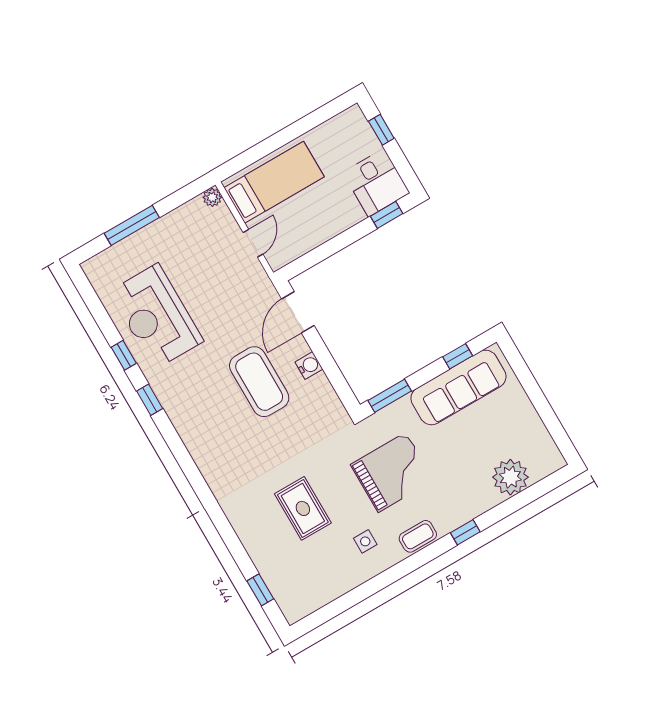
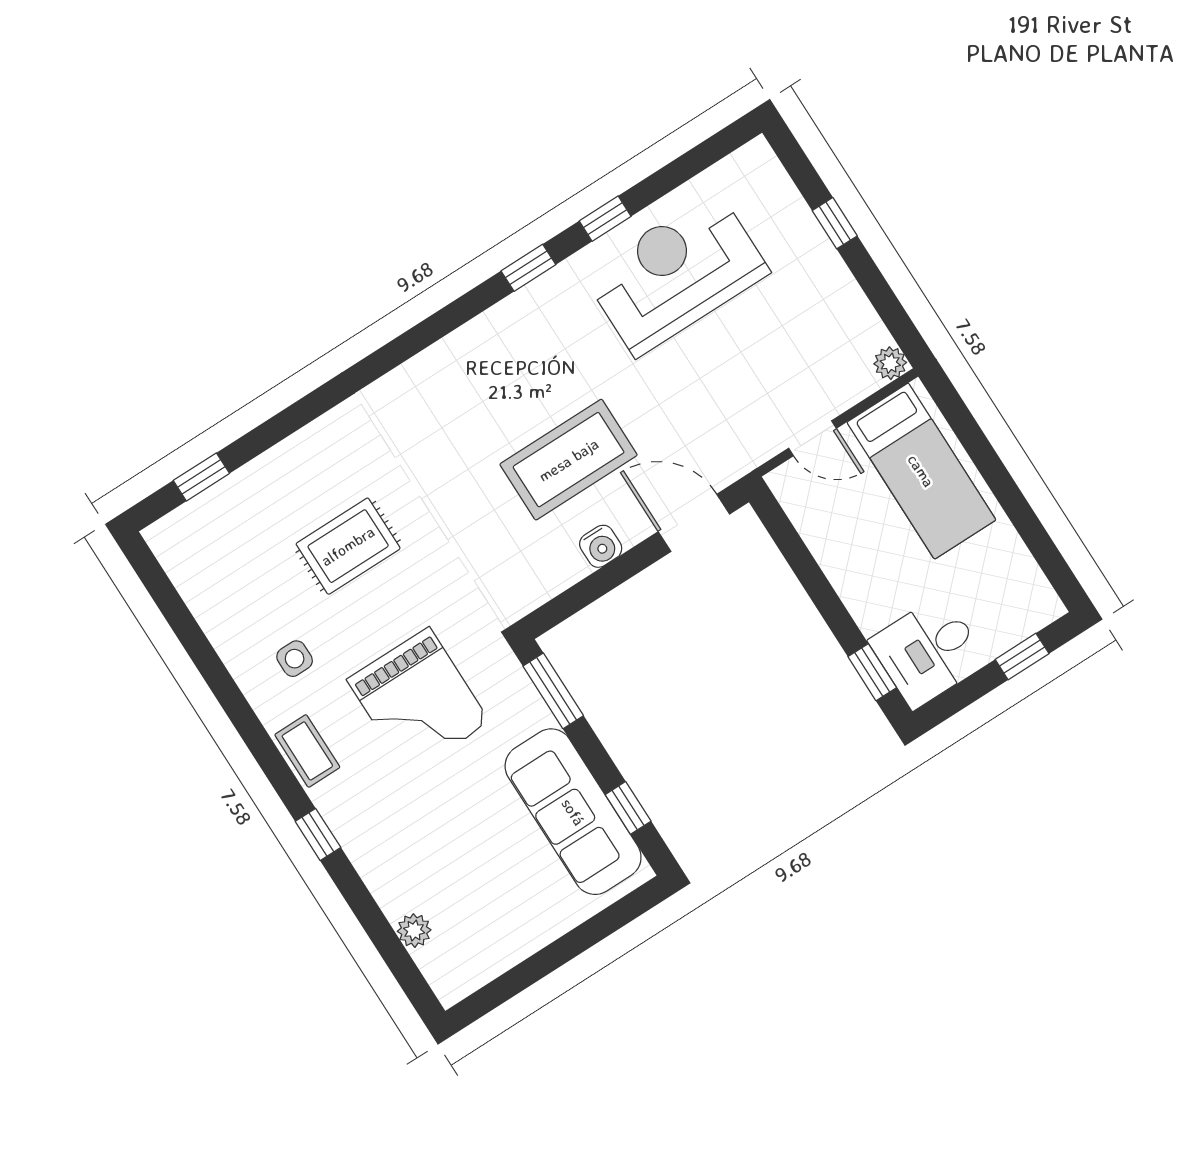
window: (132, 225) -> (835, 223), width x0.46
plant: (510, 477) -> (414, 931), width x0.53, depth x0.53

